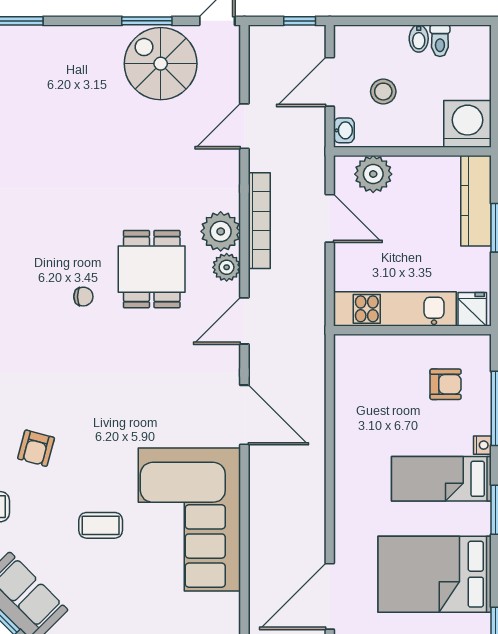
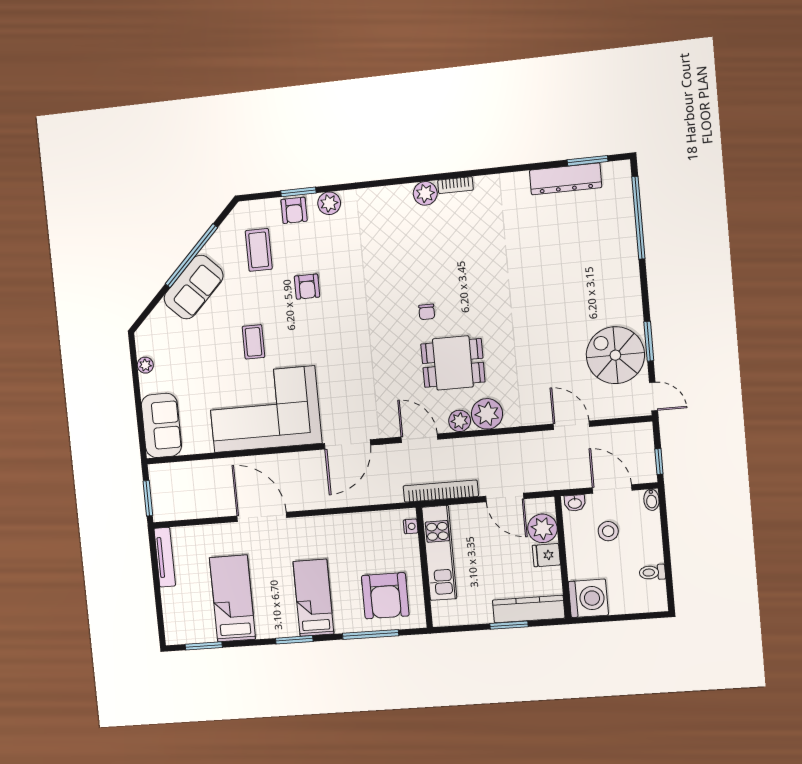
bidet: (419, 38) -> (651, 500), moved, turned -90
spiral stairs: (161, 64) -> (615, 355), turned -90
door: (330, 218) -> (505, 497), hinge flipped
bookcase: (259, 221) -> (441, 491), moved, turned 180
fridge: (472, 309) -> (546, 555), moved, turned 180
armchair: (446, 384) -> (385, 596), width x1.88, depth x1.88
nightstand: (482, 445) -> (411, 526), moved, turned -90
armchair: (36, 448) -> (307, 287), turned -105
bed: (435, 574) -> (232, 598), width x0.67
door: (330, 596) -> (262, 517), moved

